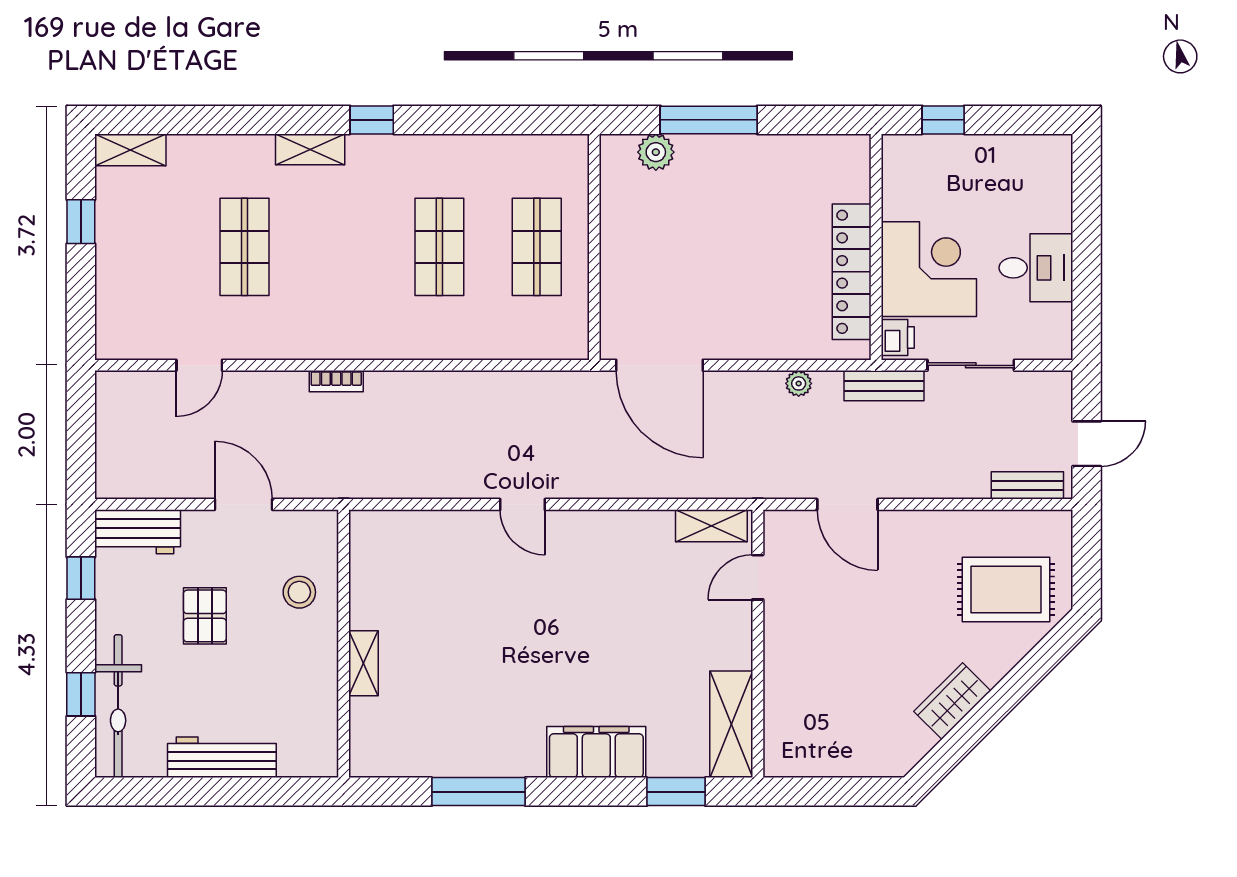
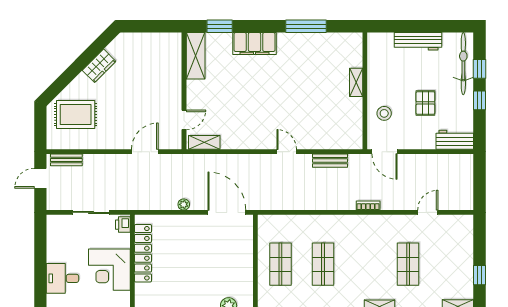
desk: (1036, 268) -> (63, 278), moved
corner desk: (929, 269) -> (109, 270), moved
plant: (799, 383) -> (184, 204), moved
bench: (884, 386) -> (330, 161), moved
door: (243, 504) -> (384, 152), moved
door: (847, 504) -> (145, 152), hinge flipped
window: (81, 578) -> (480, 100), moved

